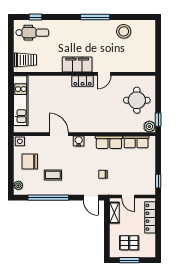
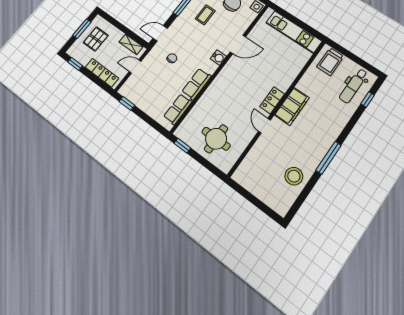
plant: (149, 127) -> (182, 132), removed
window: (158, 243) -> (75, 64), added

